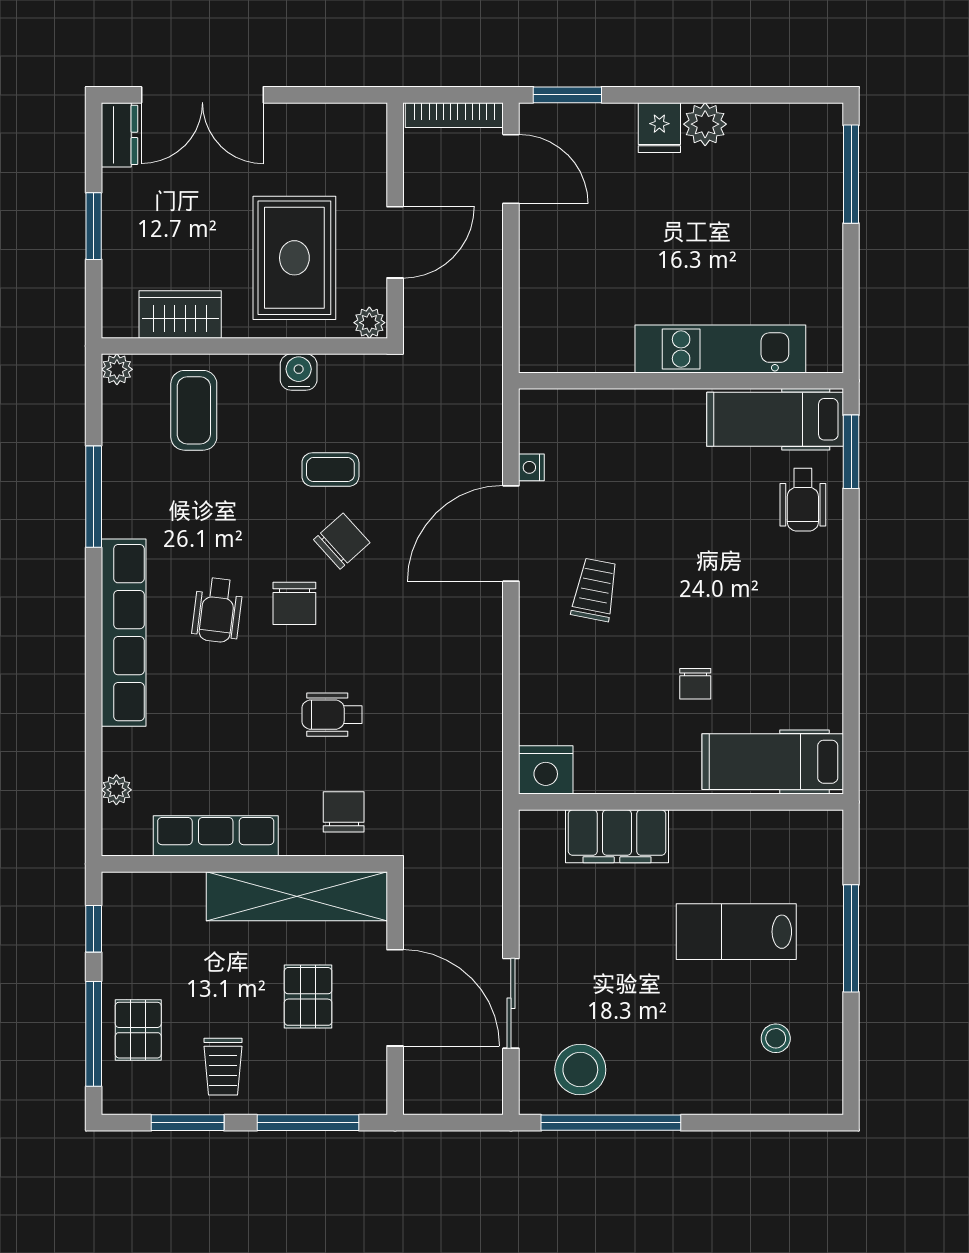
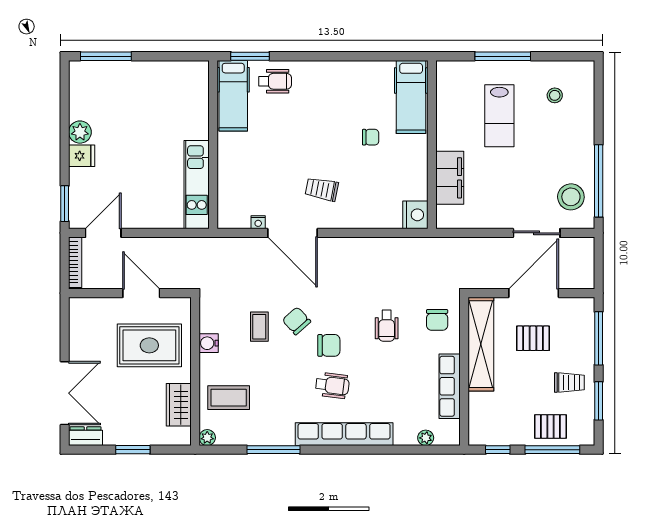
plant: (369, 323) -> (183, 306), removed
kitchen unit: (720, 349) -> (197, 185), moved
chair: (344, 812) -> (437, 320), turned -90

